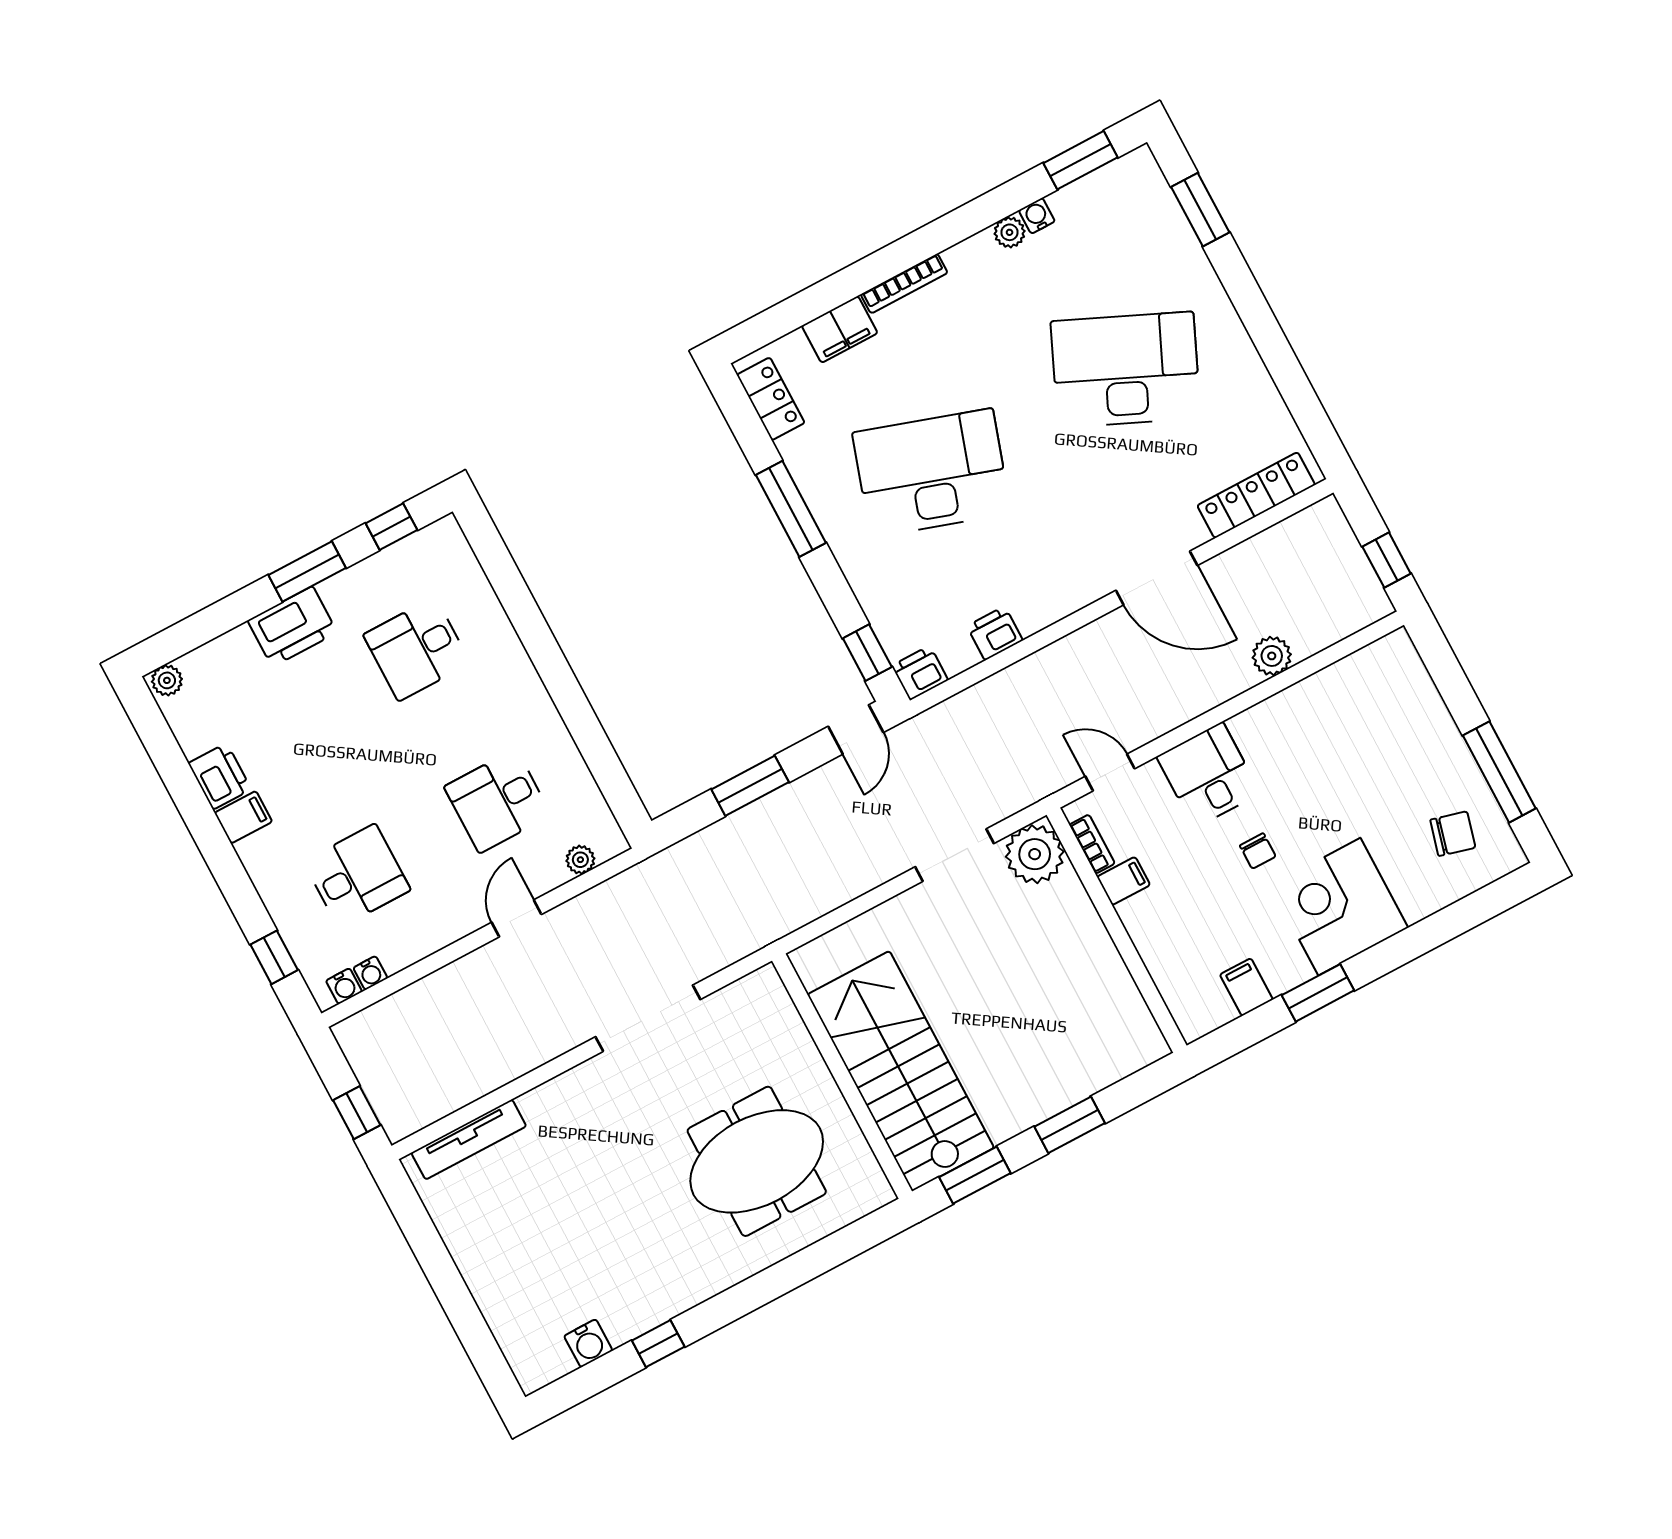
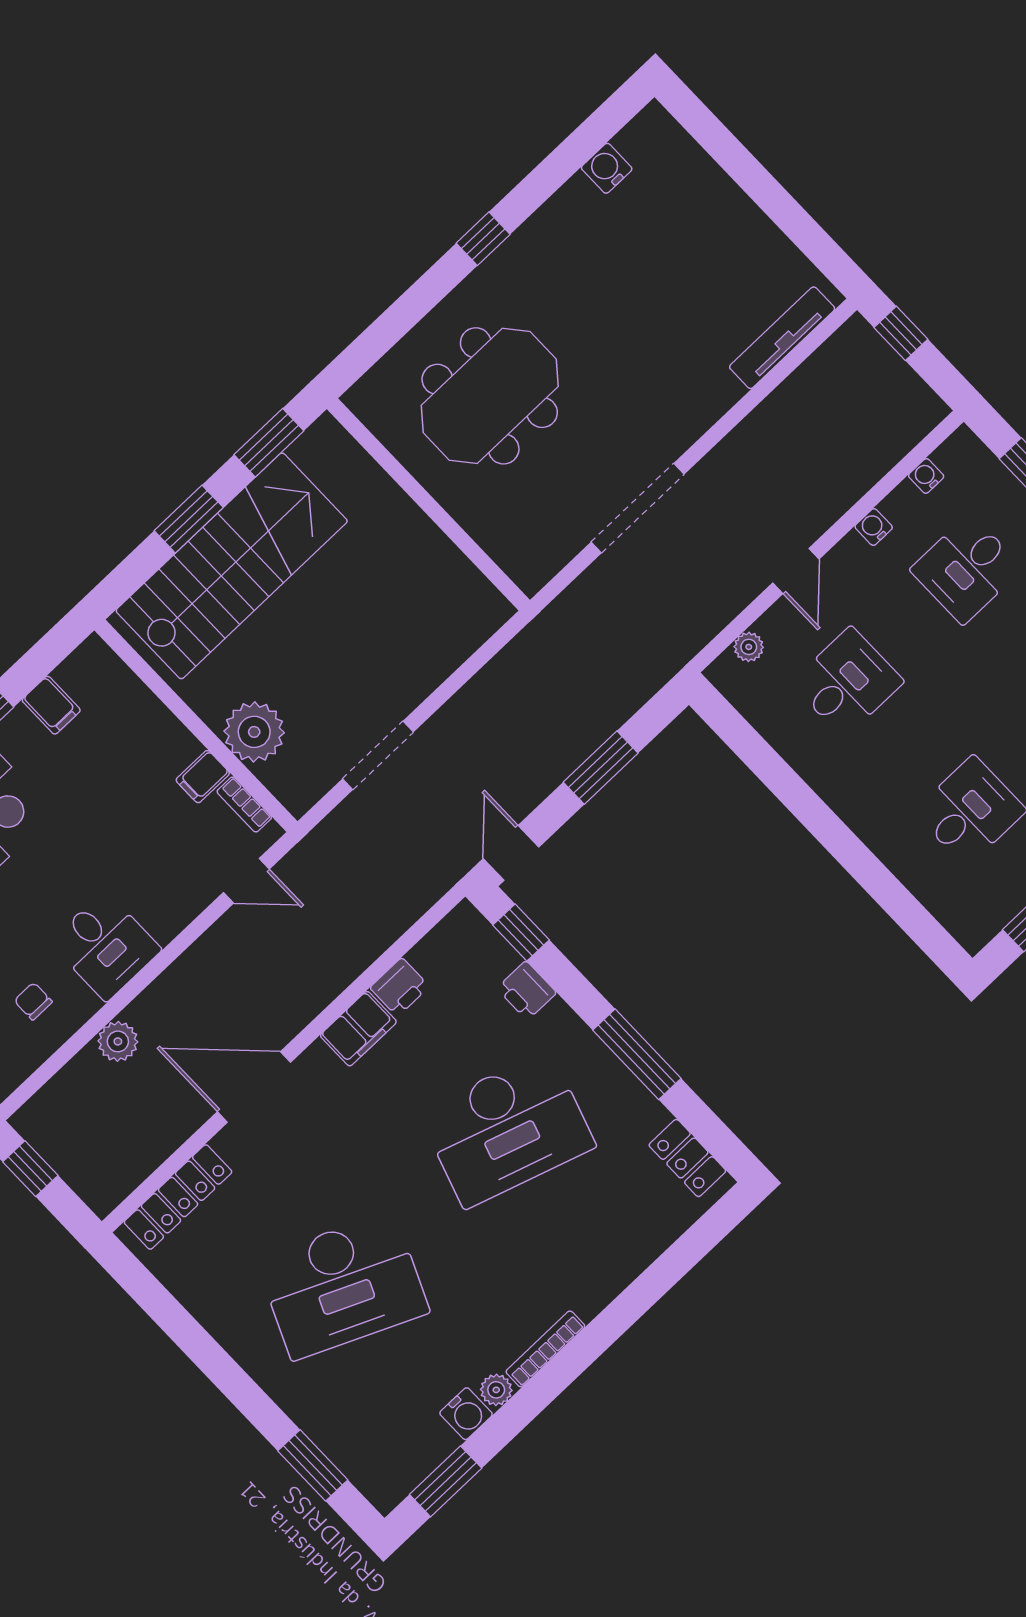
water cooler: (1037, 216) -> (466, 1414), width x1.38, depth x1.38
bookcase: (904, 284) -> (545, 1349), moved
filing cabinet: (840, 329) -> (358, 1029), moved, turned 180
printer: (920, 673) -> (527, 991), moved, turned 90
desk: (1208, 775) -> (105, 946), moved
chair: (1258, 851) -> (33, 1001), moved
plant: (1035, 854) -> (254, 732), moved
water cooler: (344, 986) -> (874, 527), moved
stairs: (901, 1071) -> (232, 566), moved, turned -90
window: (658, 1344) -> (483, 239), moved

